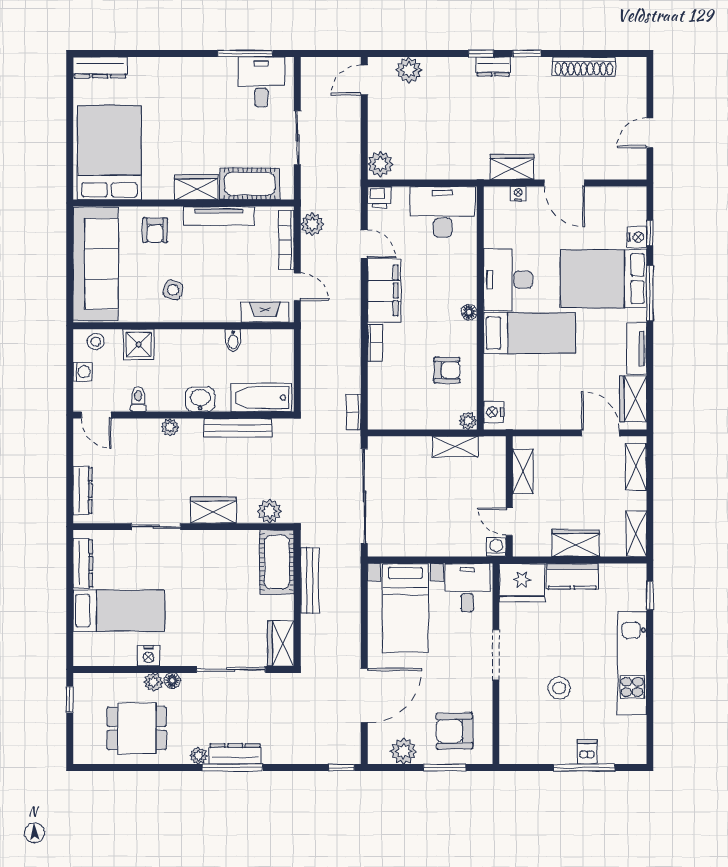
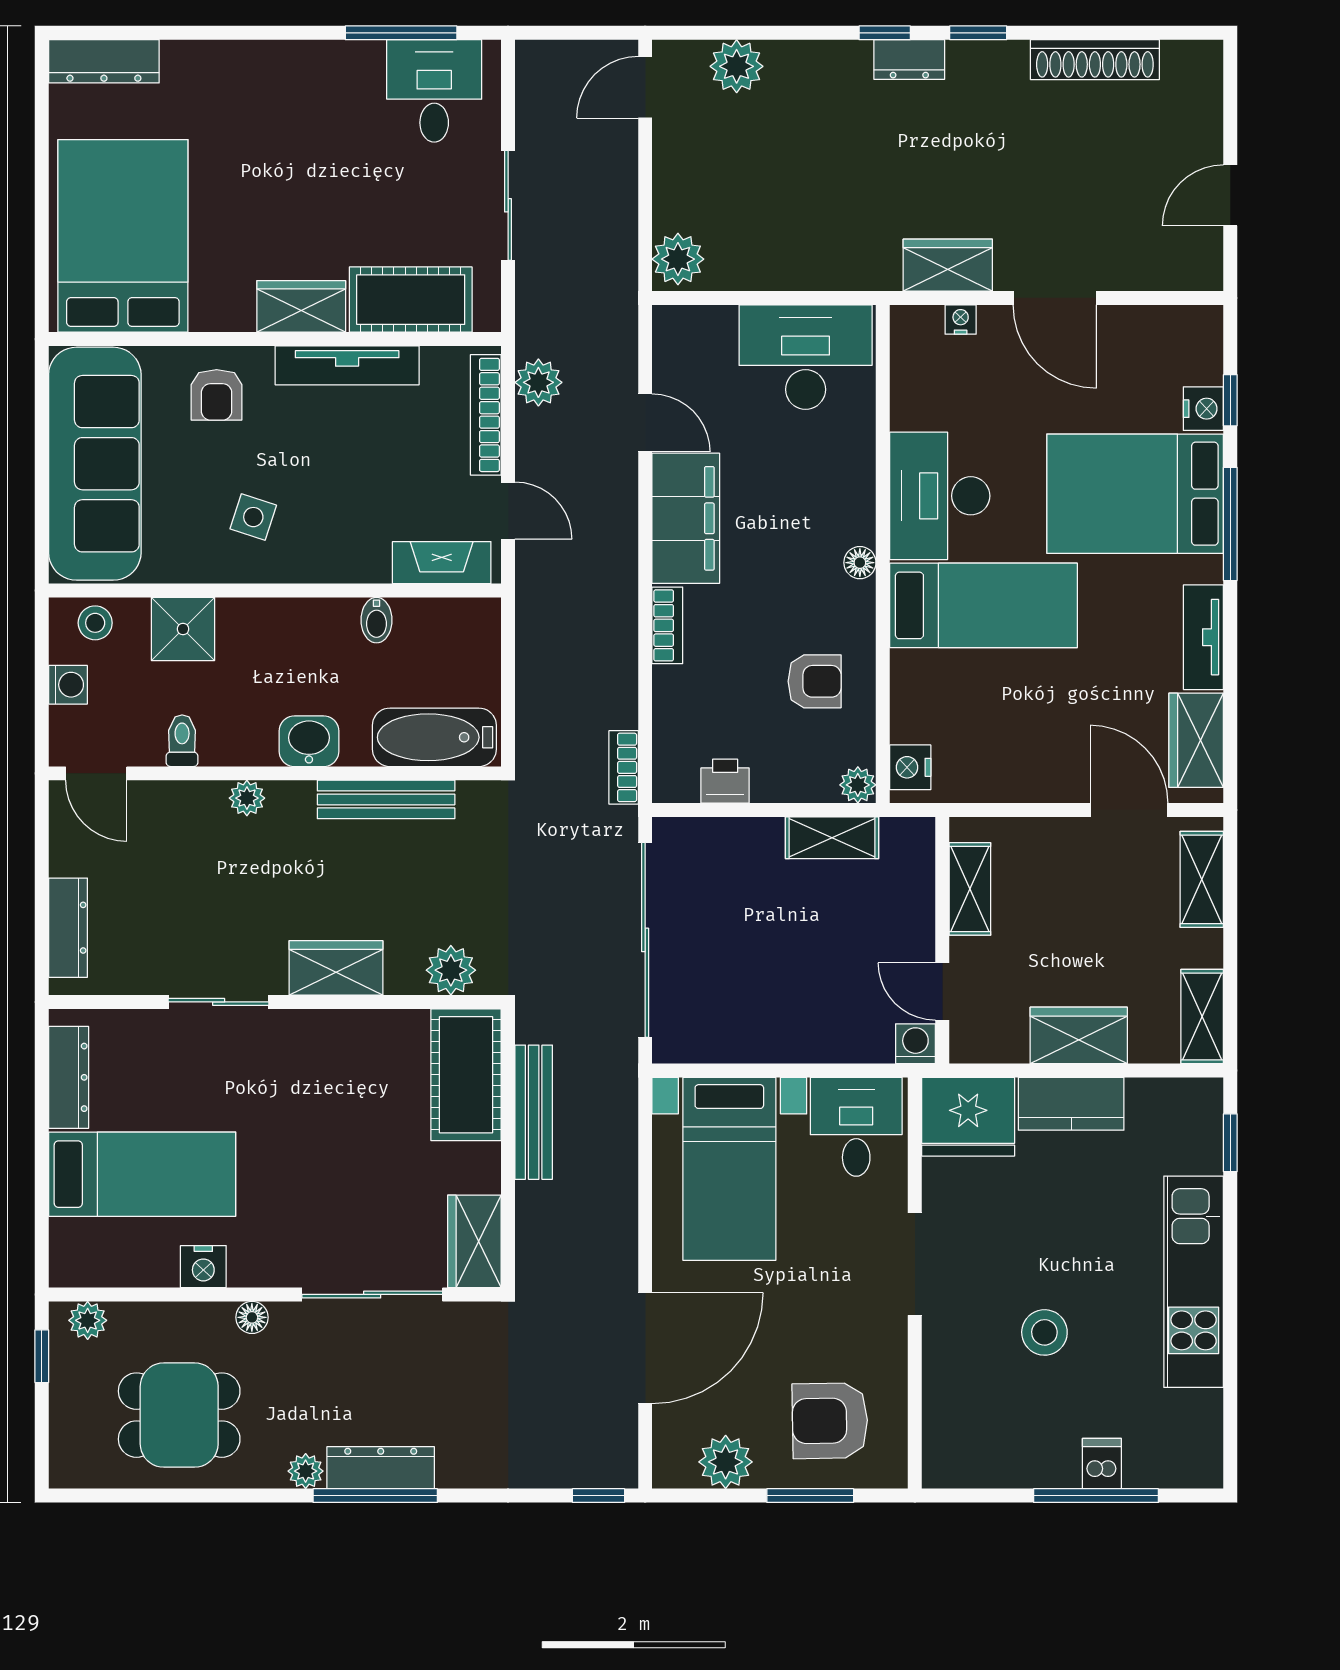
printer: (379, 197) -> (725, 781), moved, turned 180
plant: (153, 682) -> (88, 1320), moved

